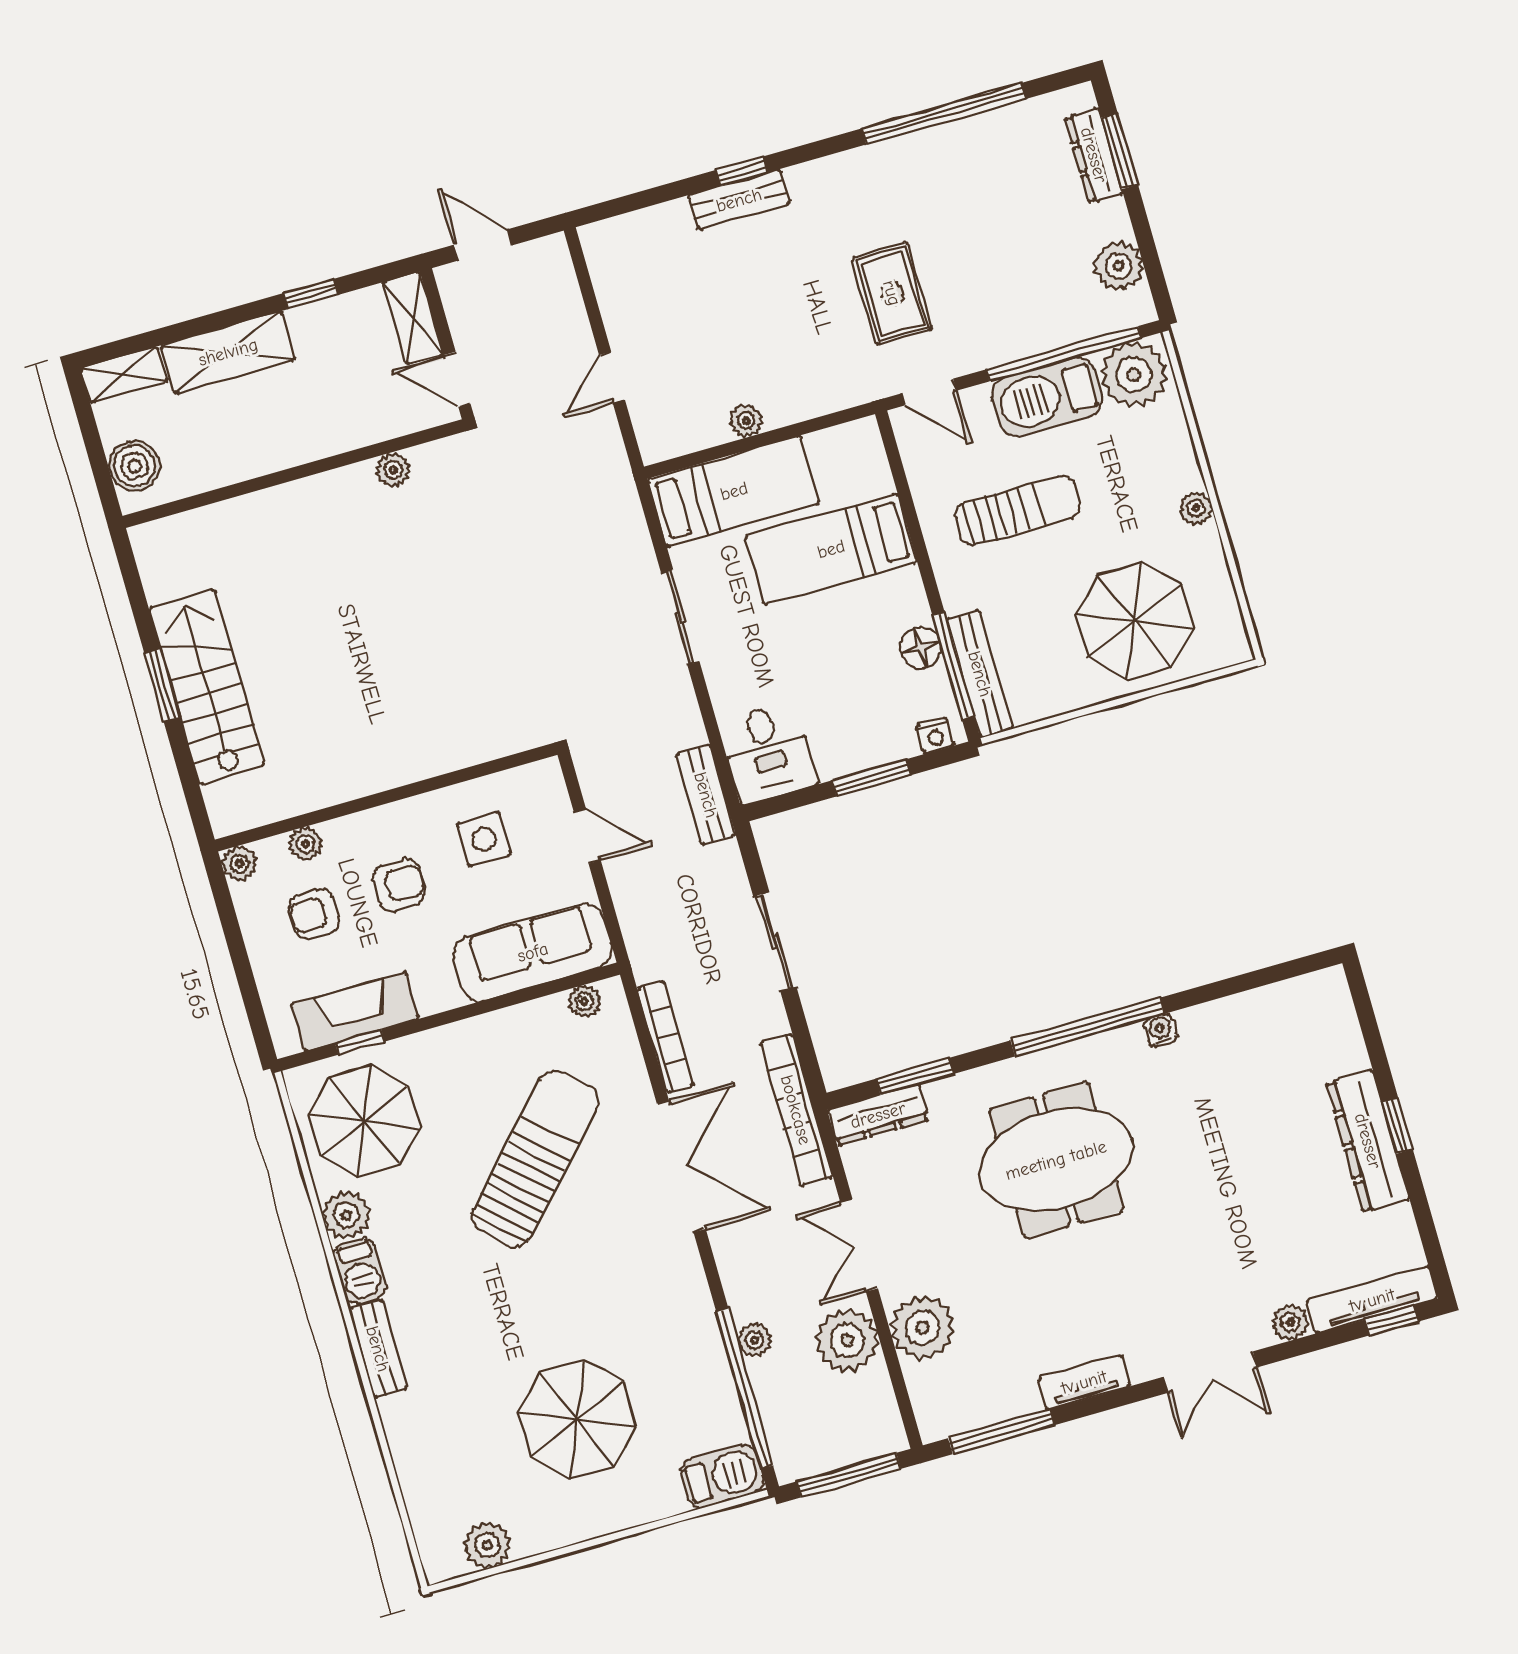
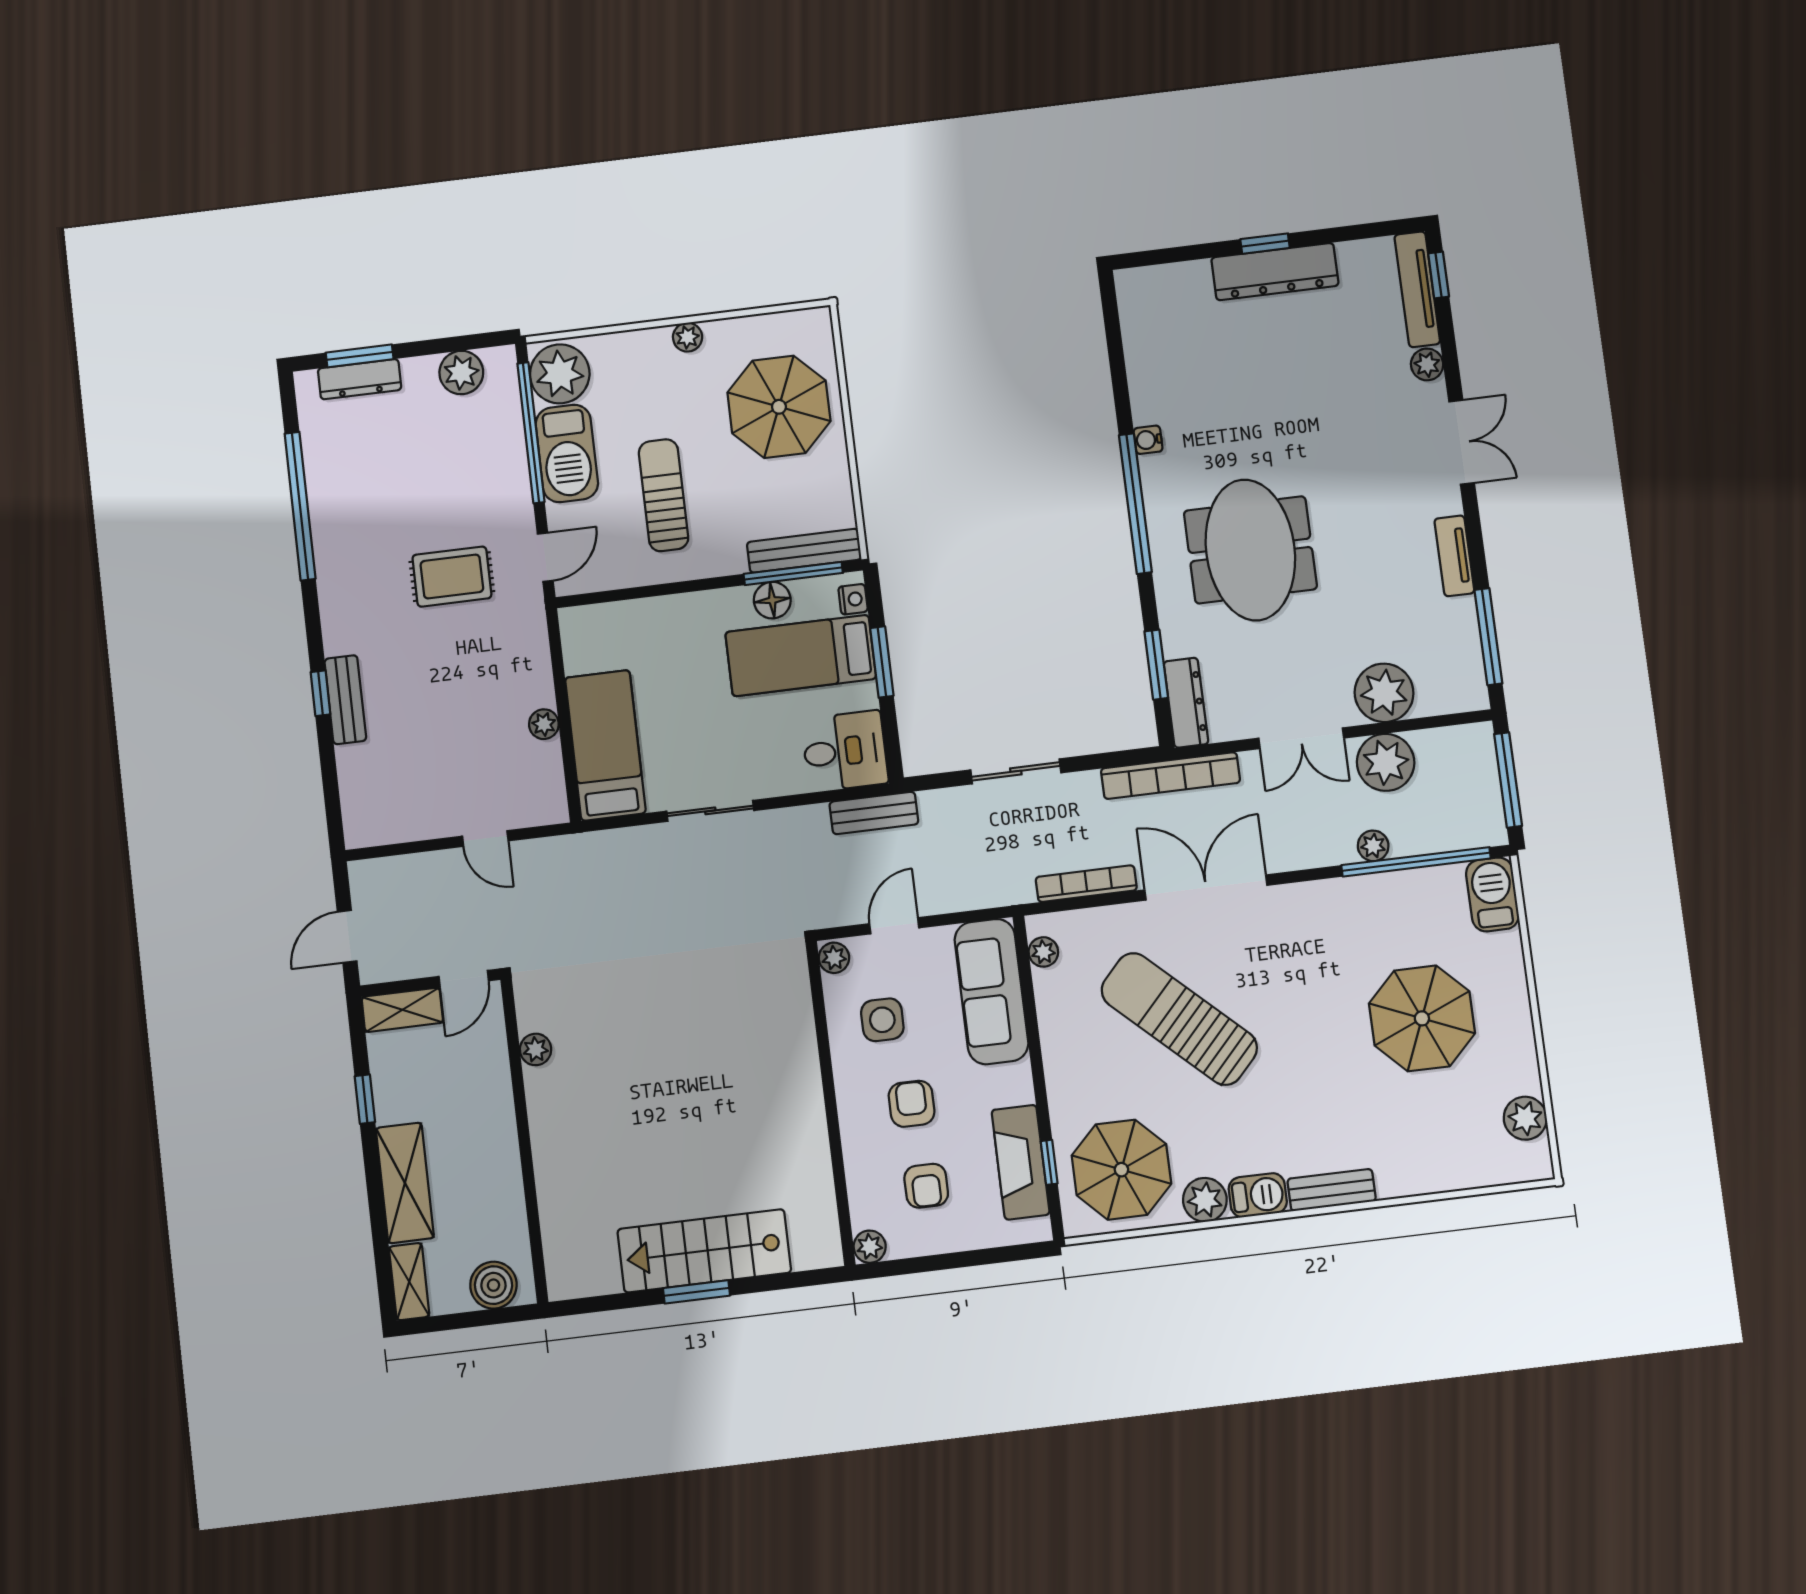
bed: (831, 549) -> (801, 656), moved, turned 90
plant: (305, 844) -> (834, 958), moved

